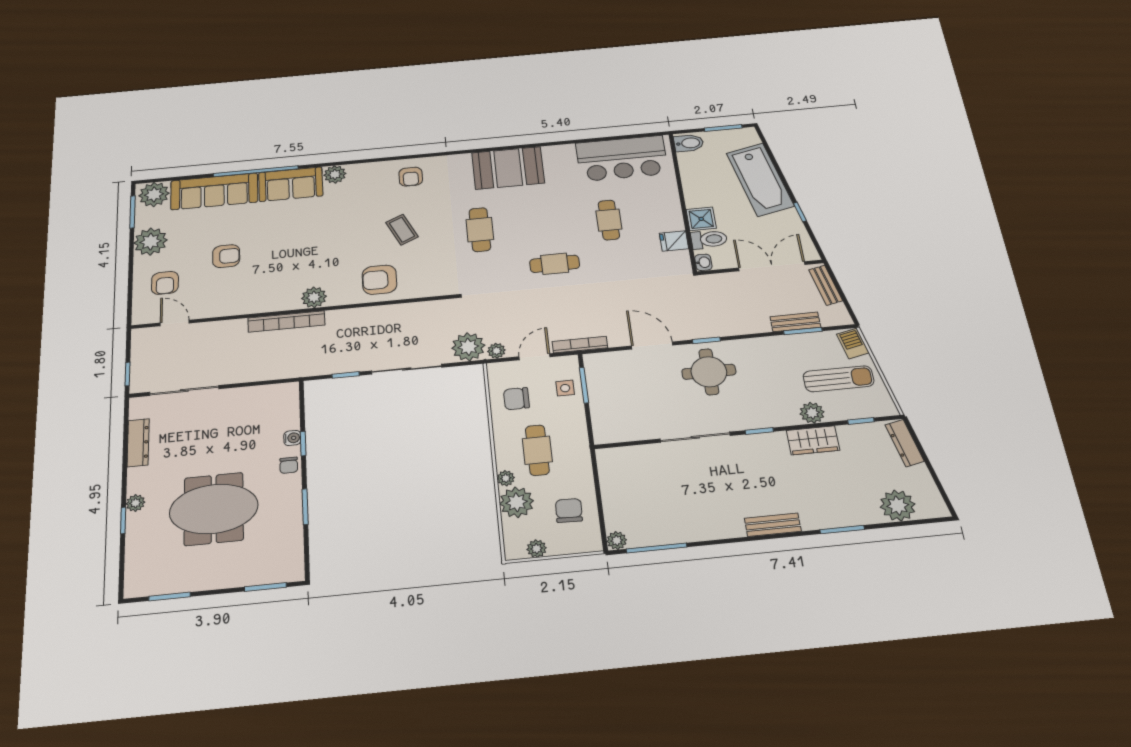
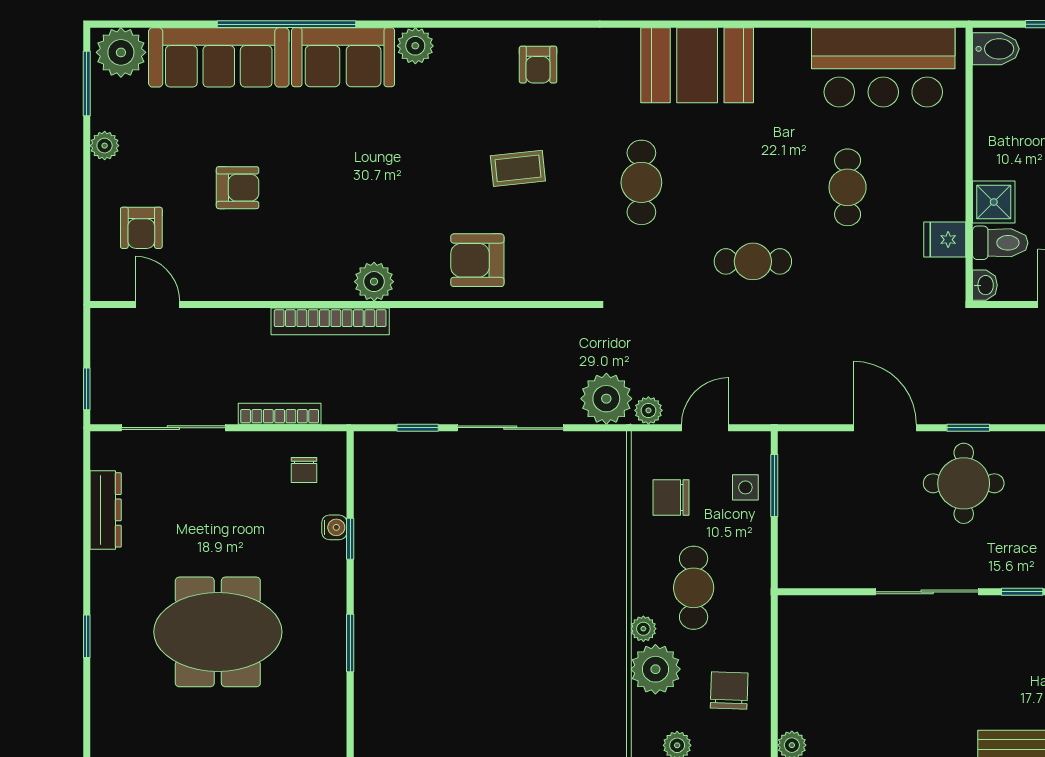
coffee table: (402, 230) -> (518, 168), turned -71
plant: (151, 242) -> (105, 146), width x0.53, depth x0.53
bookcase: (580, 345) -> (280, 414), moved
chair: (289, 465) -> (304, 470), moved
plant: (136, 503) -> (104, 610), removed

